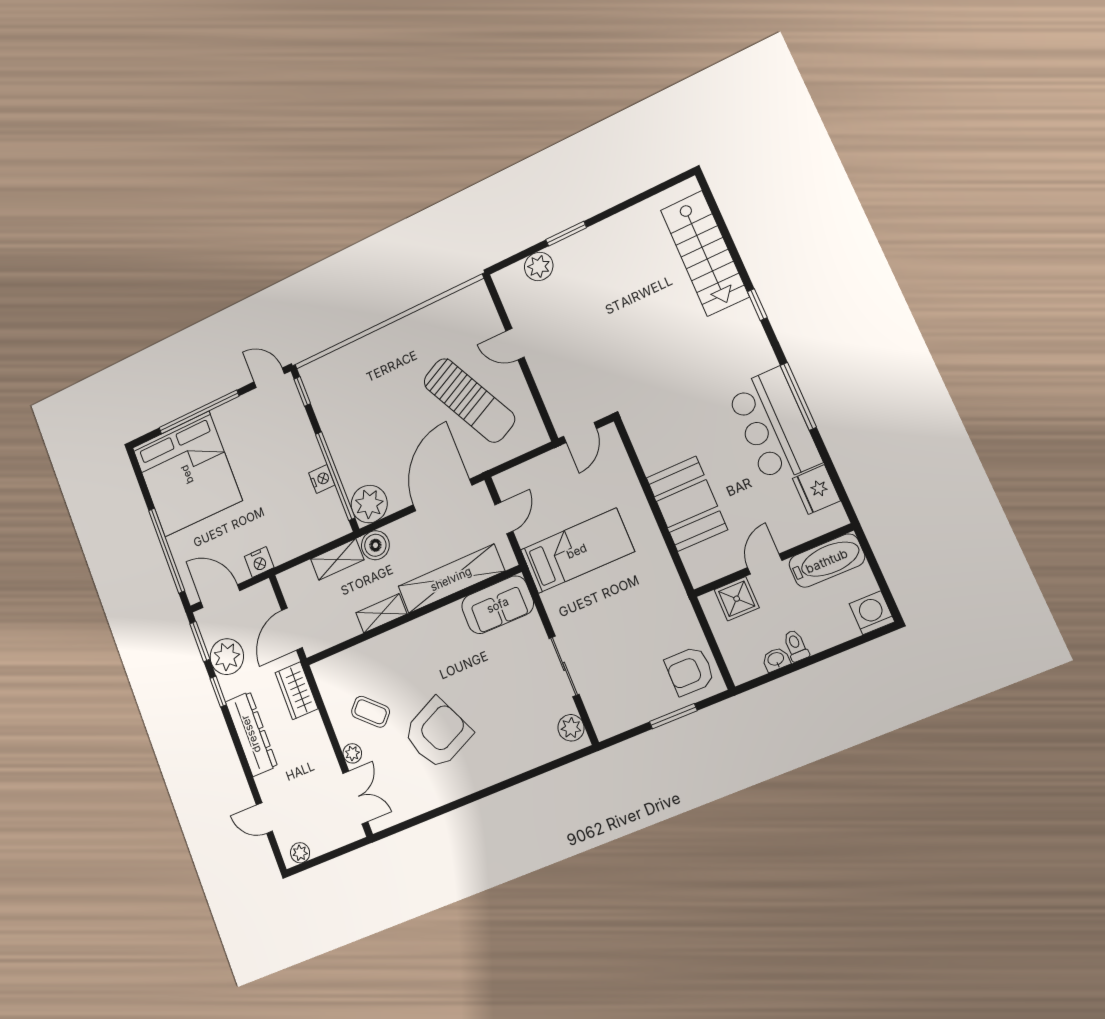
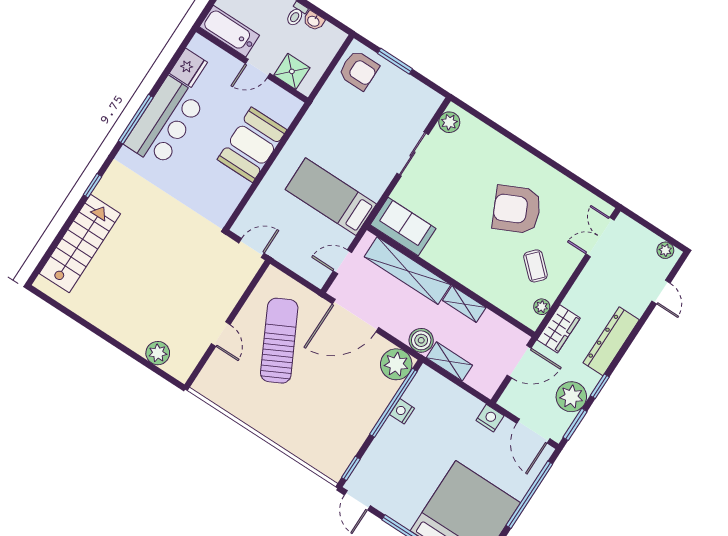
window: (566, 234) -> (124, 349), removed
plant: (352, 753) -> (542, 307), moved

